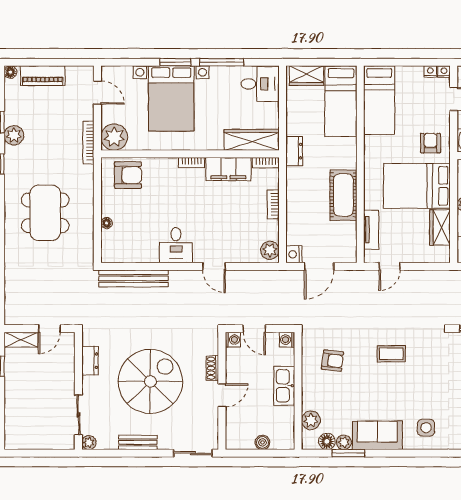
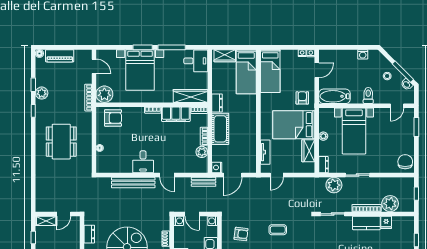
cot: (343, 195) -> (220, 129), moved
plant: (270, 250) -> (202, 152), moved
bench: (273, 277) -> (204, 182), added
bench: (134, 278) -> (133, 183), moved

